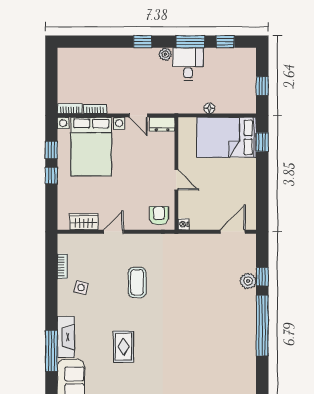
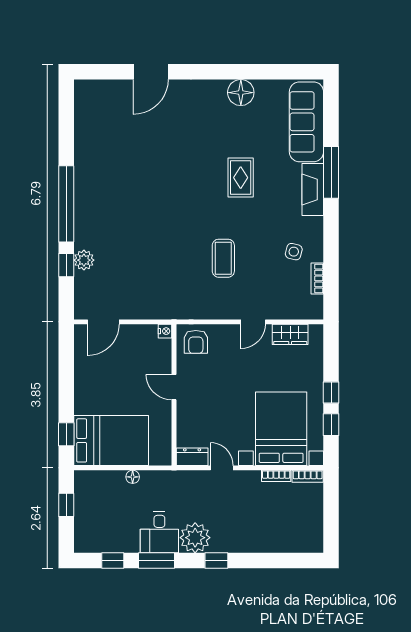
plant: (165, 54) -> (195, 538), width x1.87, depth x1.87

